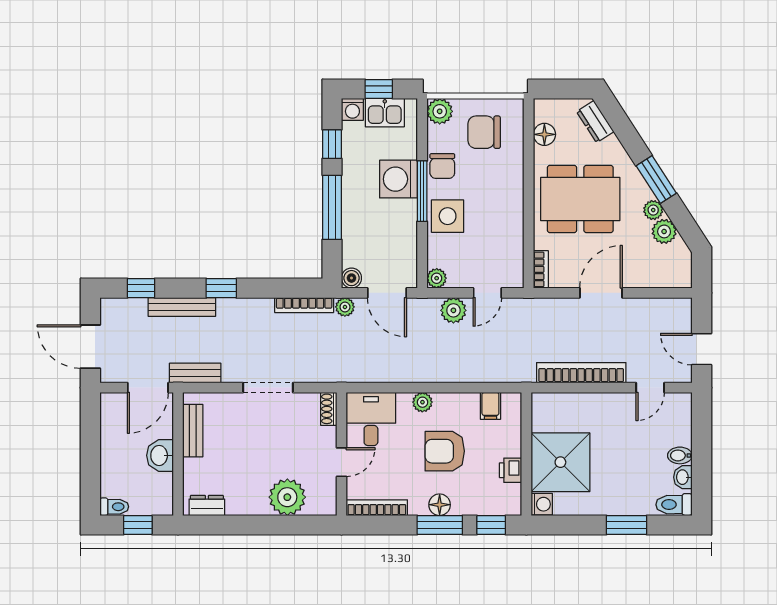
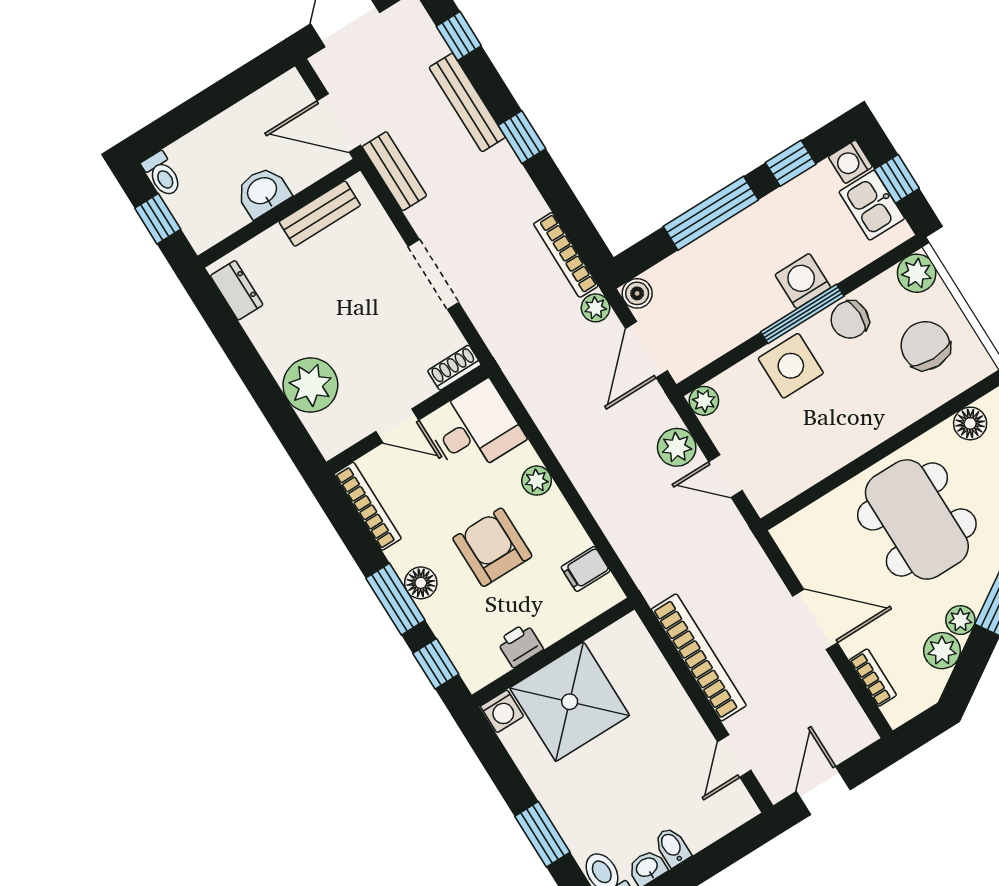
washing machine: (398, 179) -> (803, 281), width x0.73, depth x0.73
bookcase: (541, 269) -> (873, 678), moved, turned -90
door: (650, 388) -> (734, 756), hinge flipped

